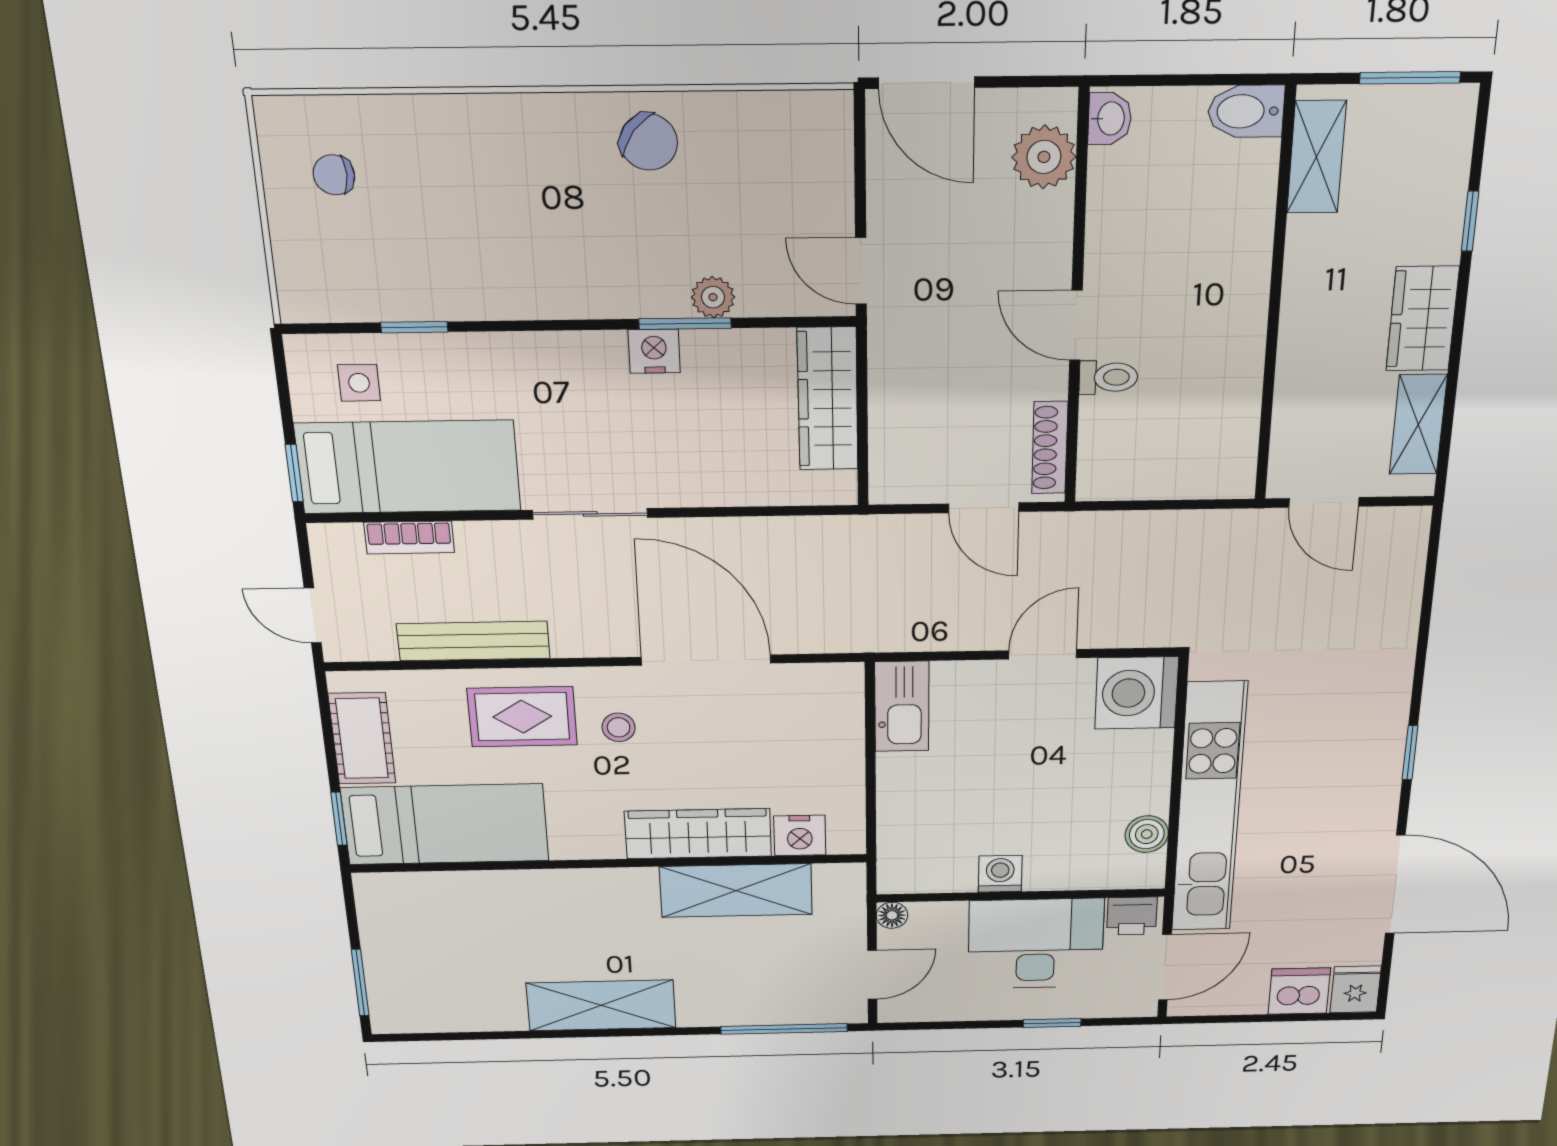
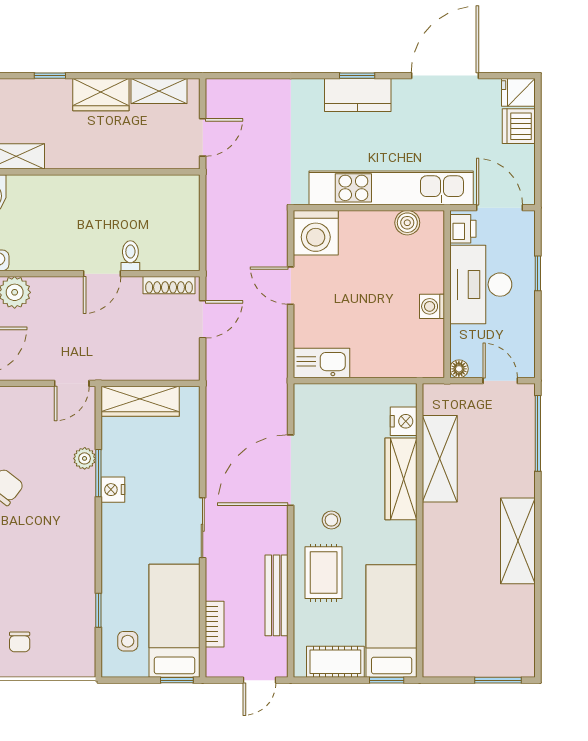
kitchen counter: (1376, 755) -> (358, 95), added

